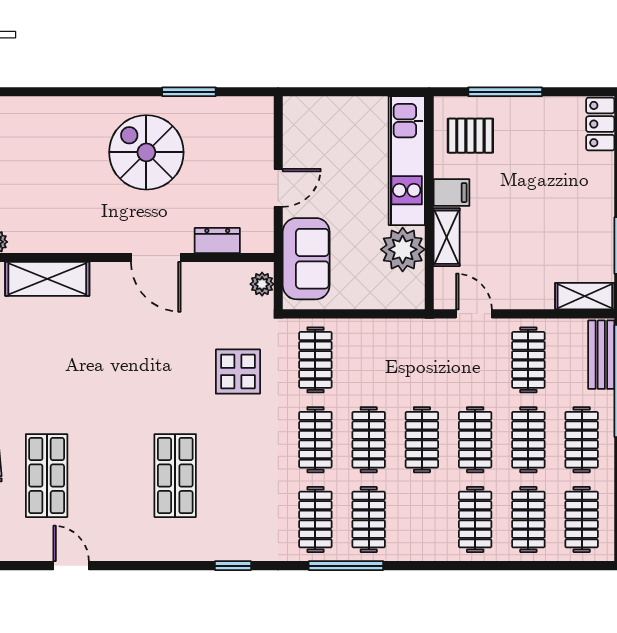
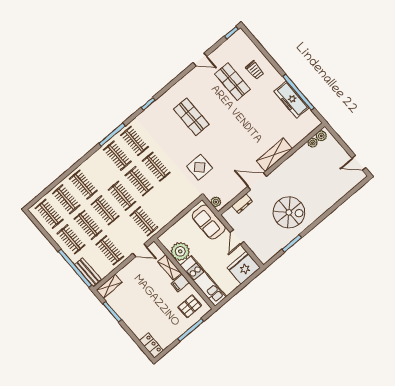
fridge: (313, 122) -> (244, 268), added
shelving: (47, 279) -> (274, 155), moved
clothes rail: (315, 360) -> (144, 221), moved

